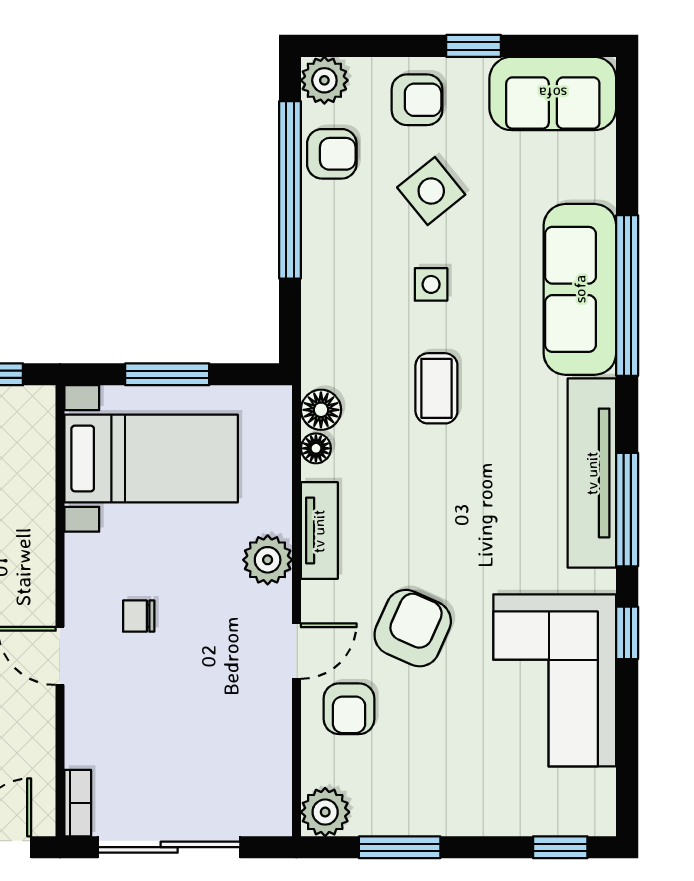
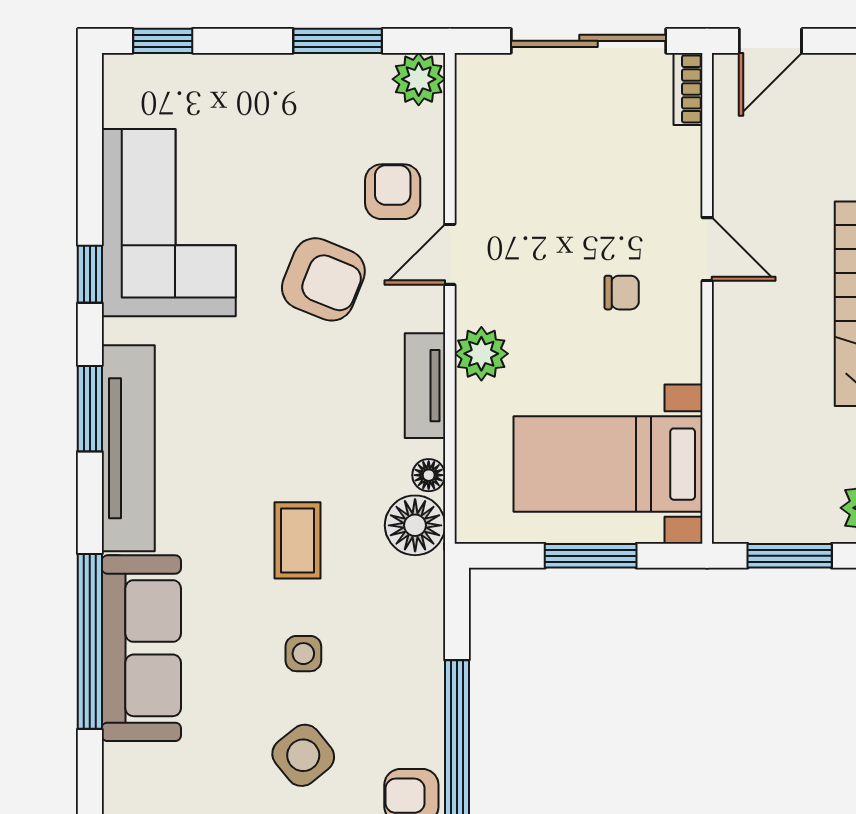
floor lamp: (321, 410) -> (415, 525), width x1.38, depth x1.38
window: (627, 510) -> (90, 409), width x0.69
armchair: (413, 628) -> (323, 279), turned -92

